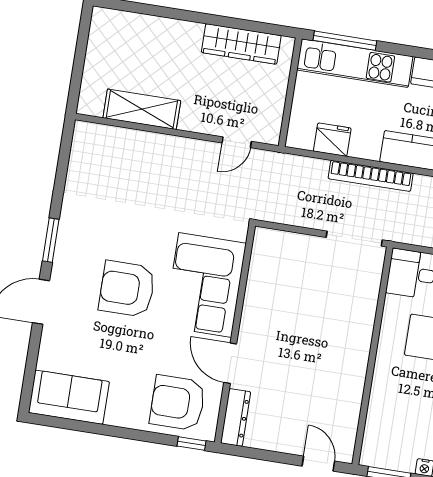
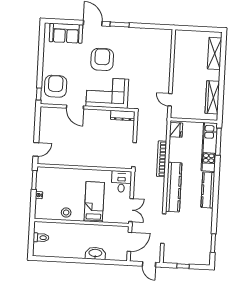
shelving: (142, 109) -> (215, 53), moved
fridge: (332, 140) -> (176, 130), moved
door: (230, 363) -> (75, 107), swing flipped
sofa: (69, 397) -> (66, 33), moved, turned 90
dresser: (236, 417) -> (123, 115), moved

